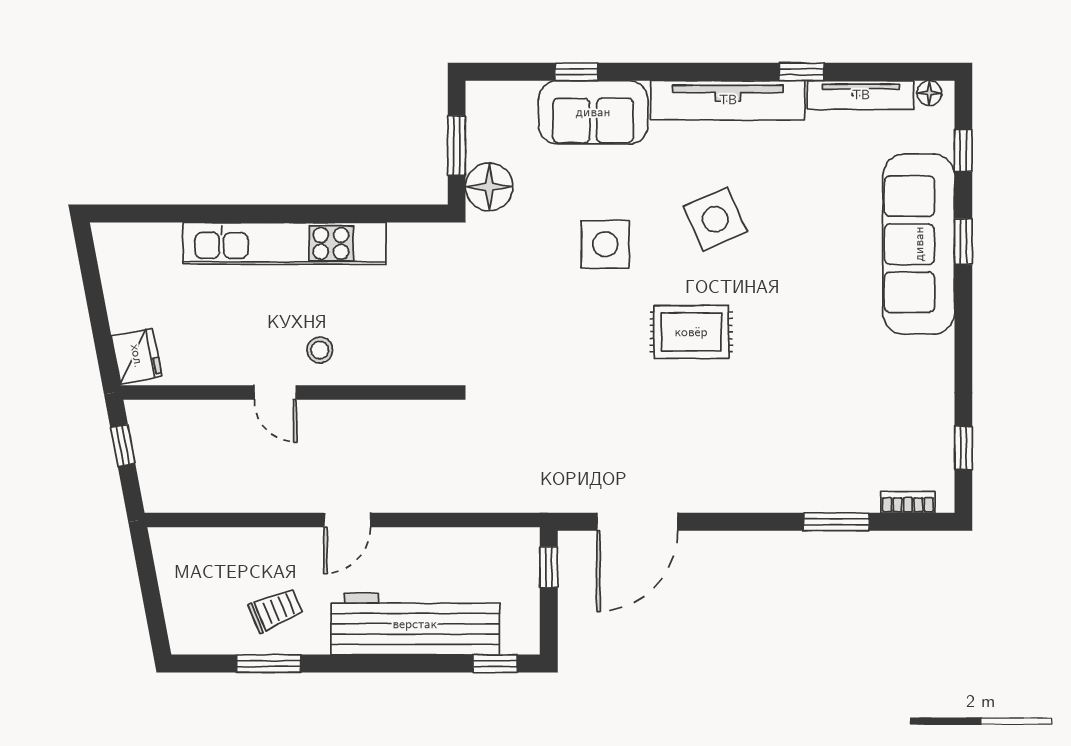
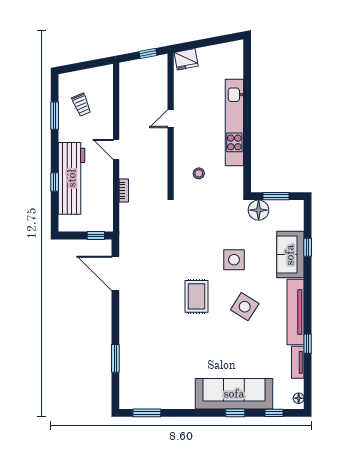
tv unit: (861, 95) -> (298, 362), width x0.71
side table: (715, 219) -> (245, 307), turned -34
stool: (320, 350) -> (199, 173), moved
window: (963, 448) -> (147, 413), width x1.50
bookcase: (908, 502) -> (124, 191), moved
trolley: (276, 610) -> (81, 105), moved
window: (495, 664) -> (55, 182), moved

